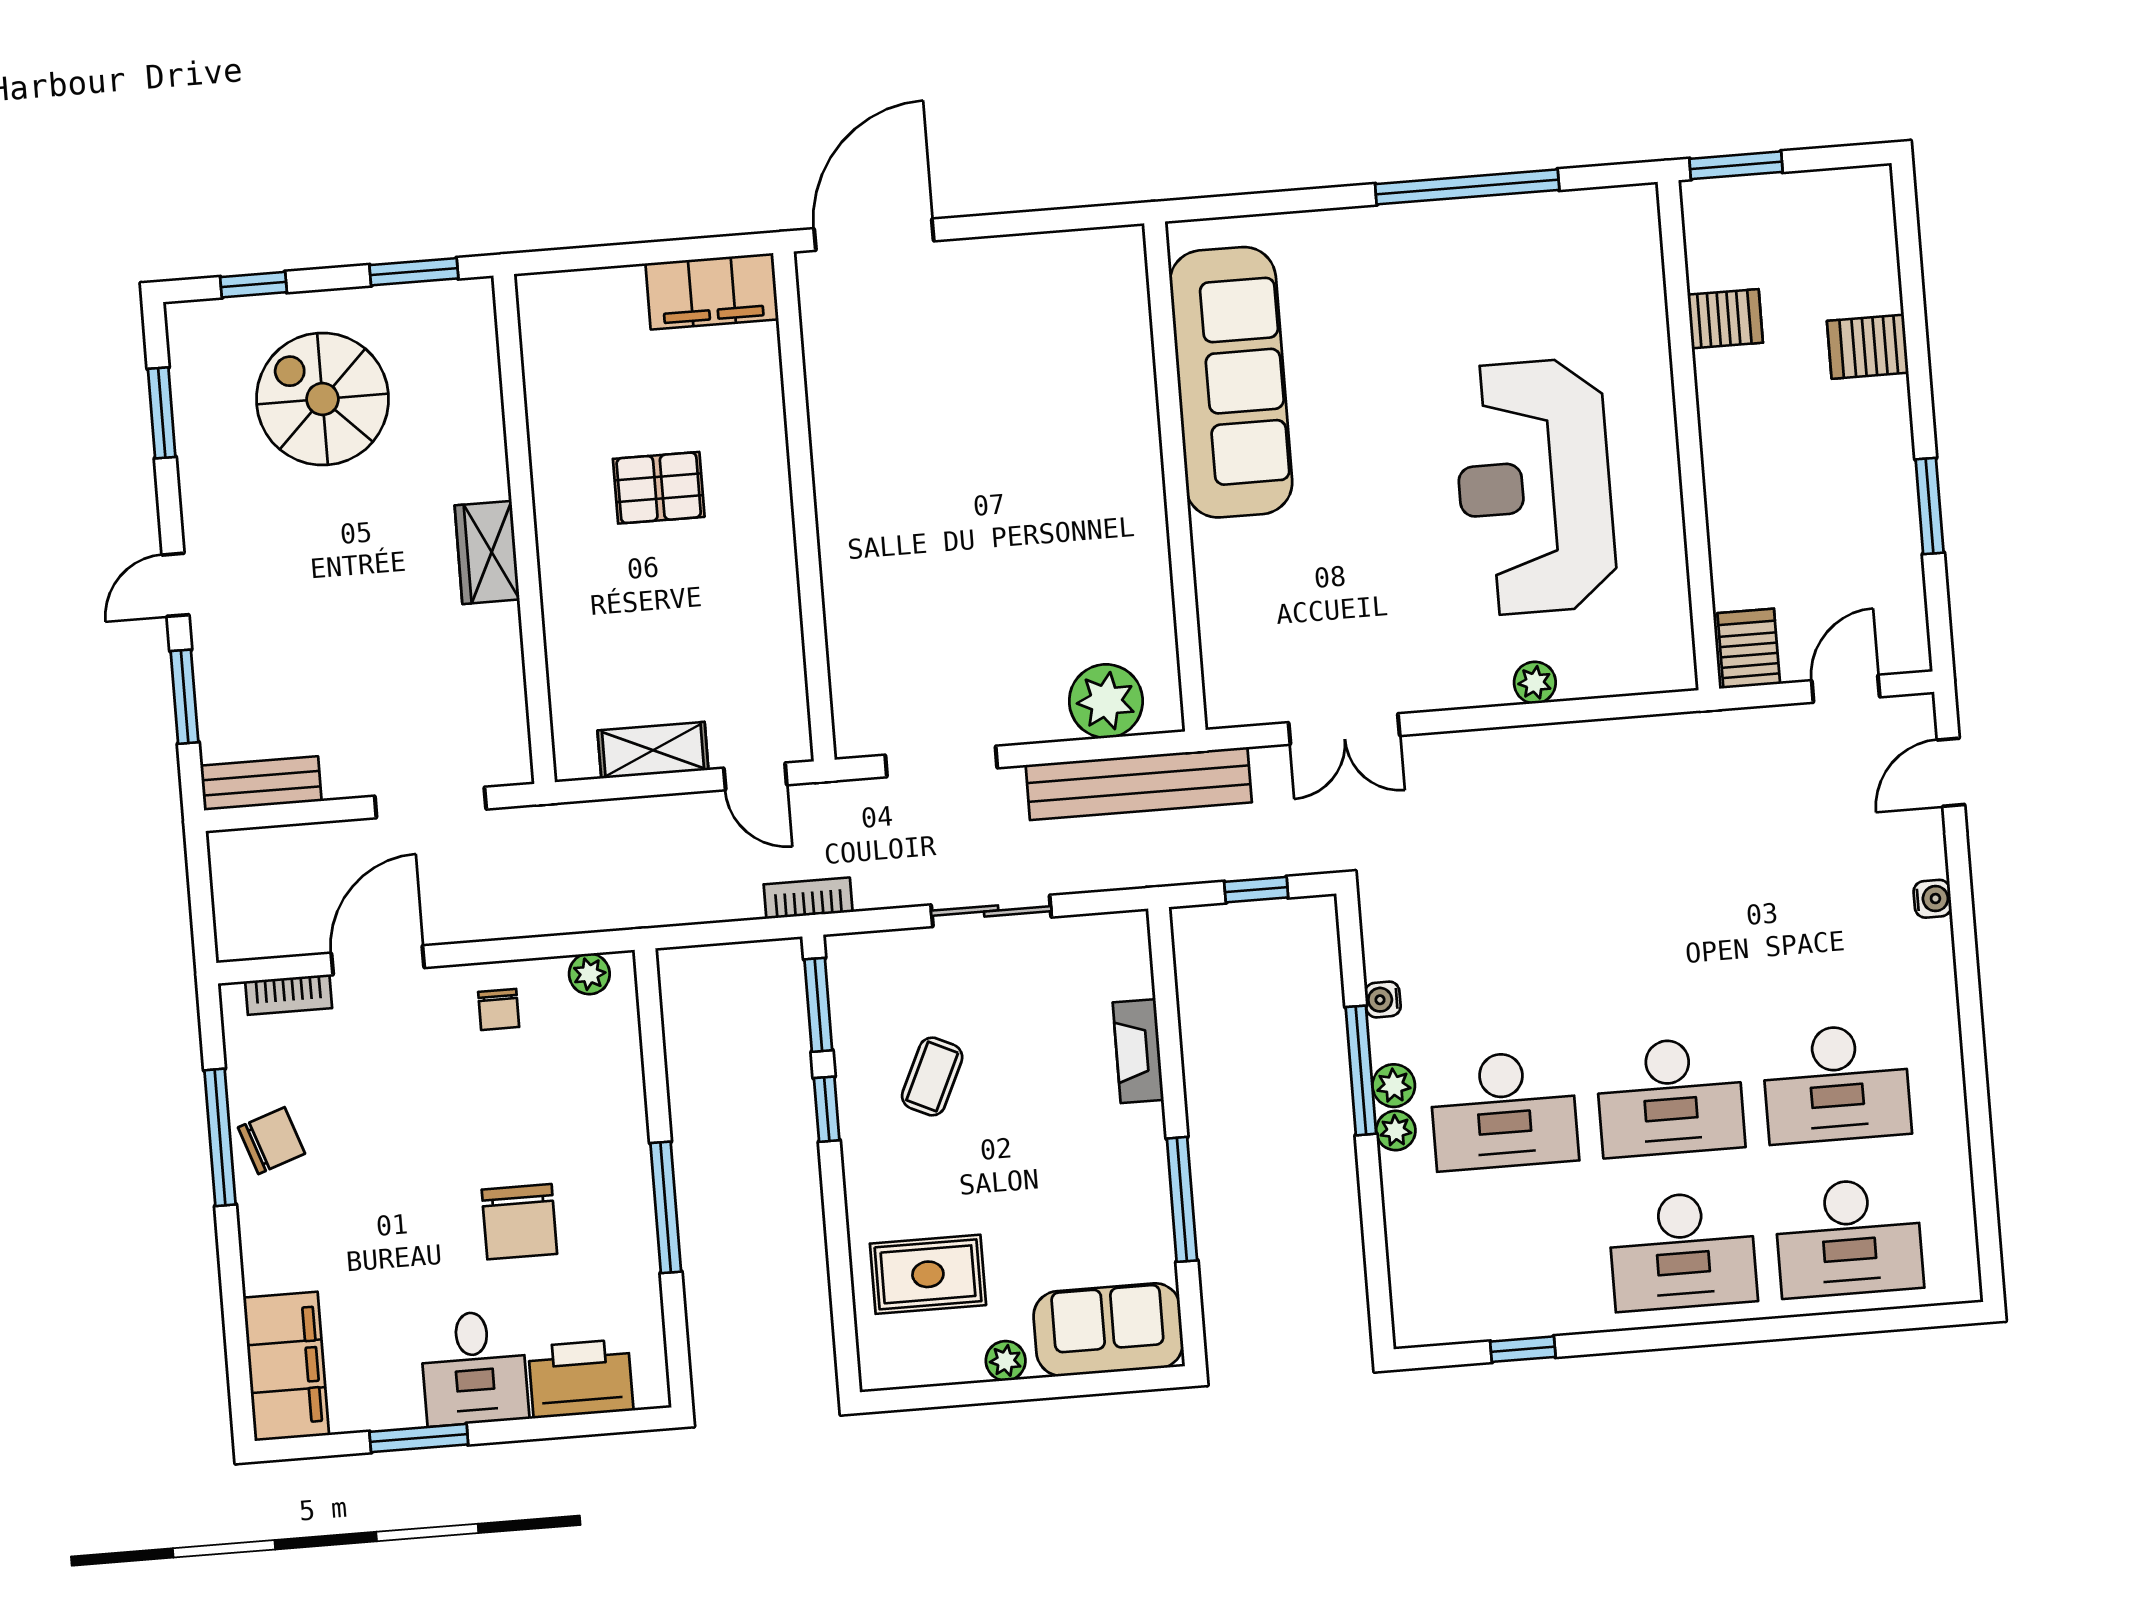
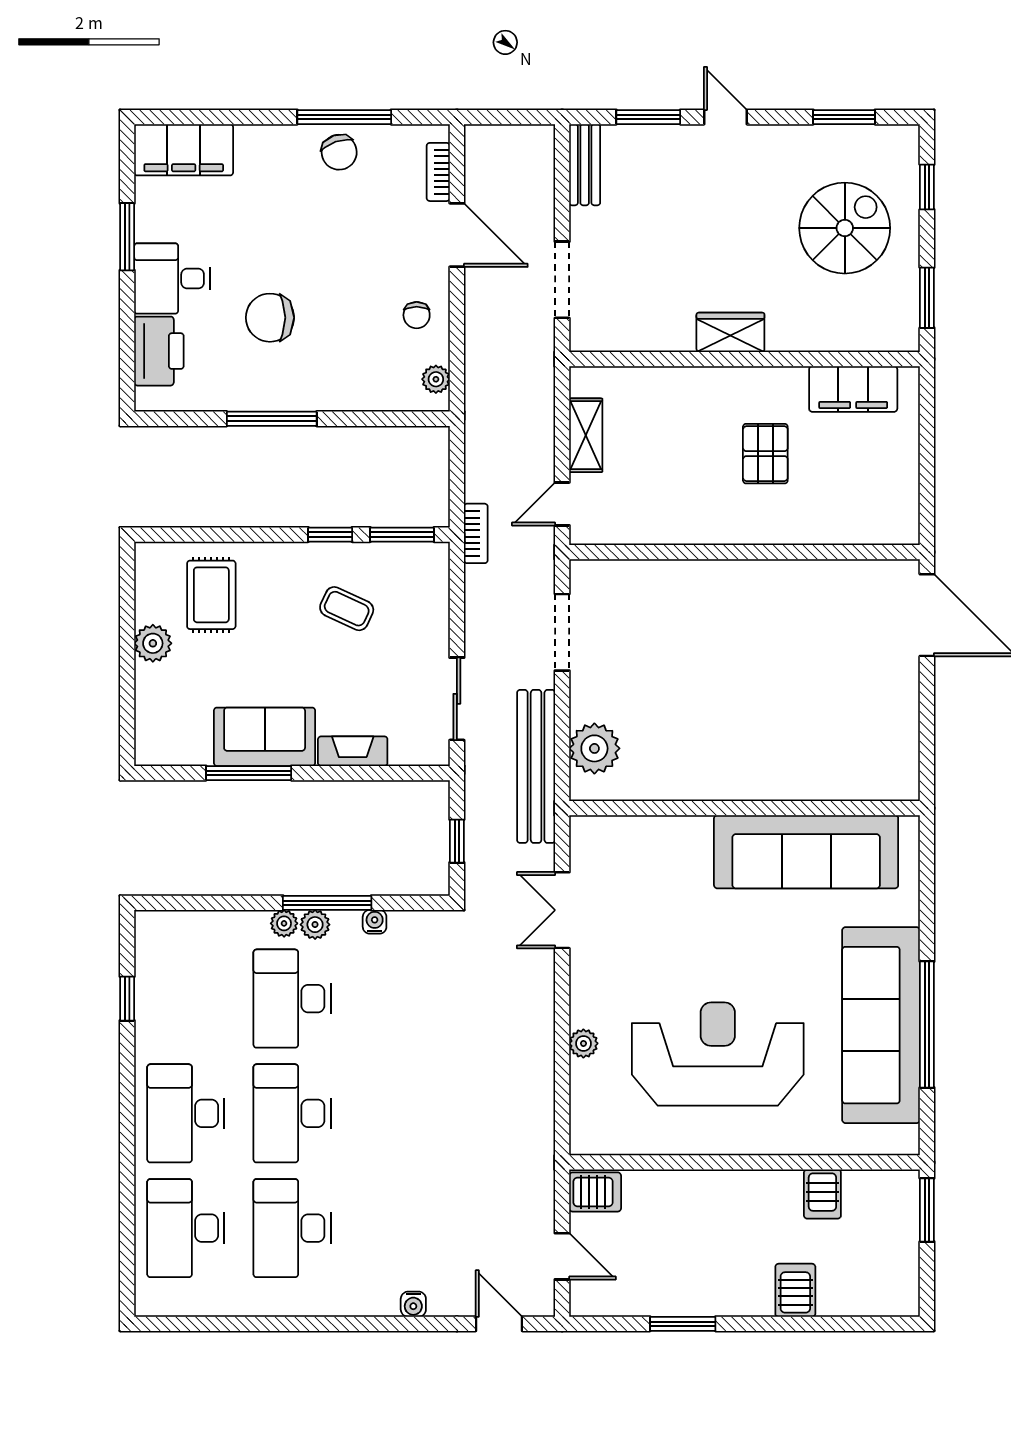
sofa: (1473, 253) -> (881, 1025), added
filing cabinet: (712, 291) -> (853, 389), moved, turned -90
sliding door: (991, 911) -> (457, 699), moved
chair: (499, 1009) -> (417, 315), turned -90
sofa: (1108, 1330) -> (265, 737), moved, turned -90
plant: (1006, 1361) -> (153, 643), width x1.38, depth x1.38

